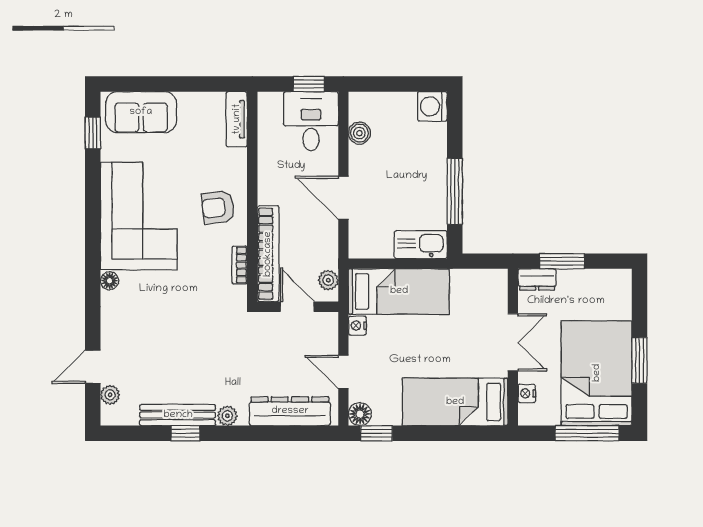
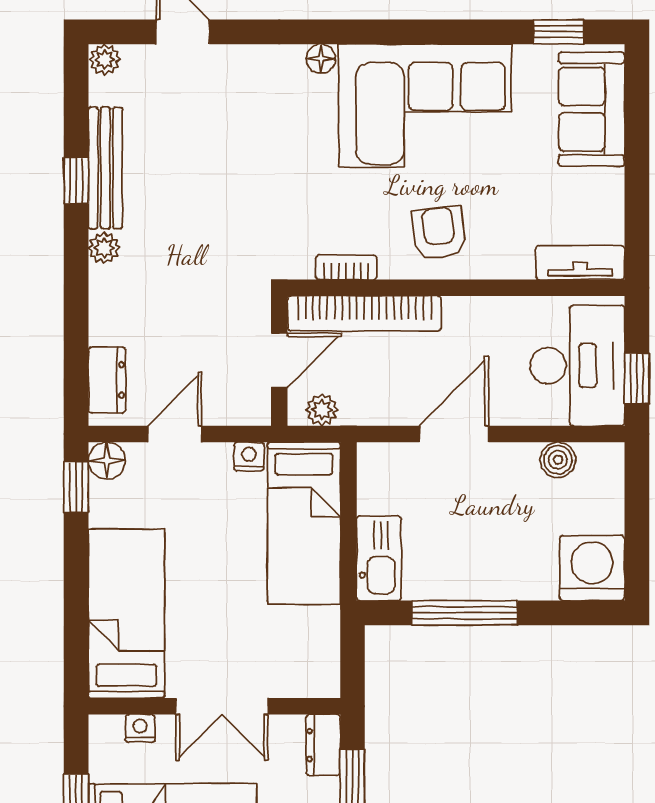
washing machine: (432, 106) -> (592, 568), width x1.37, depth x1.37
desk: (311, 121) -> (577, 366), width x1.37
plant: (110, 395) -> (105, 59), moved
dresser: (290, 411) -> (107, 380), width x0.51, depth x0.80

